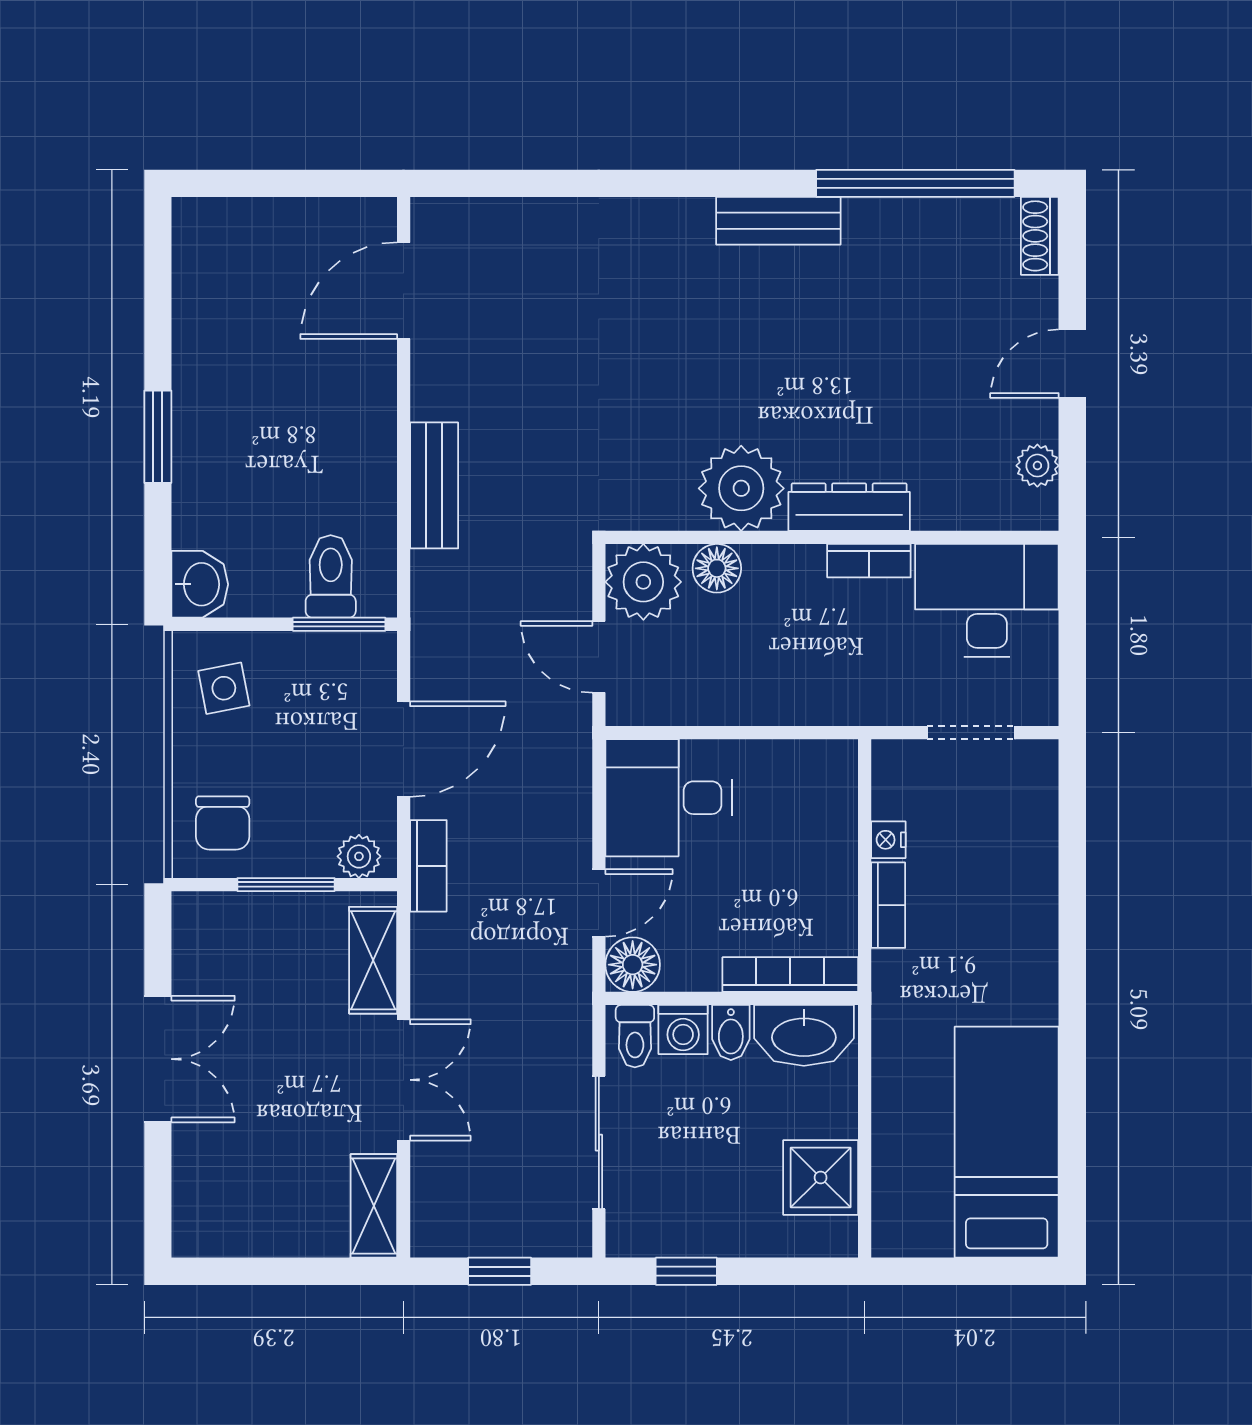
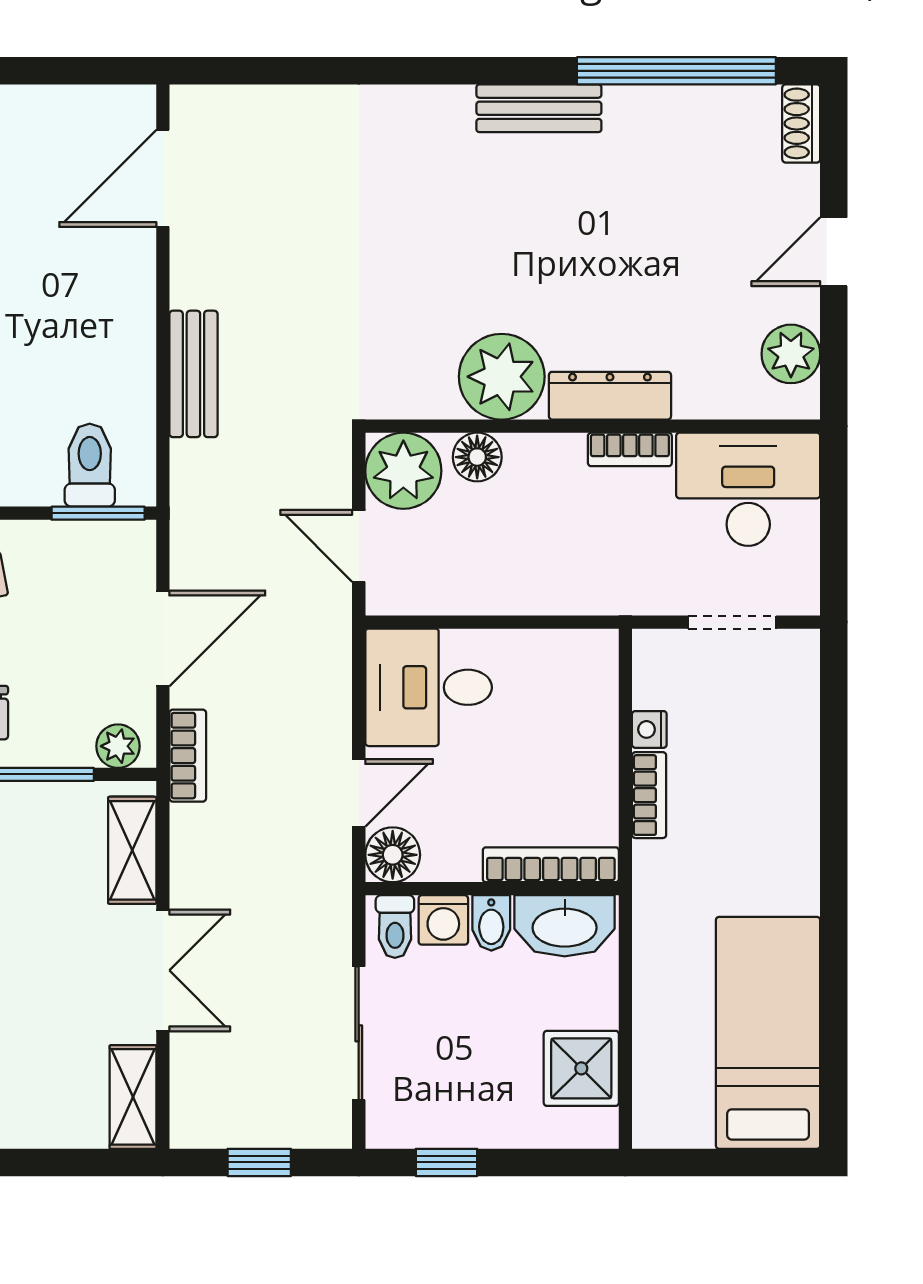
plant: (1037, 466) -> (791, 354), width x1.38, depth x1.38

